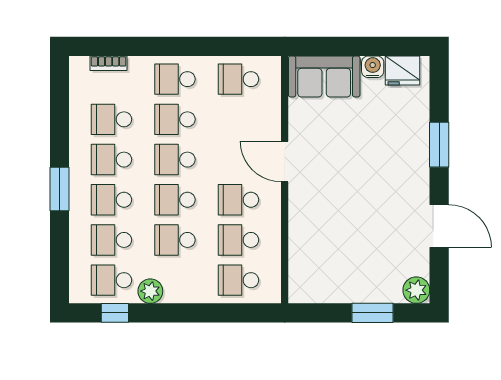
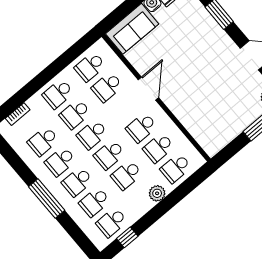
school desk: (238, 119) -> (107, 87), added
door: (285, 162) -> (148, 89), swing flipped
window: (59, 189) -> (47, 199), width x1.44
plant: (150, 291) -> (157, 193), moved

